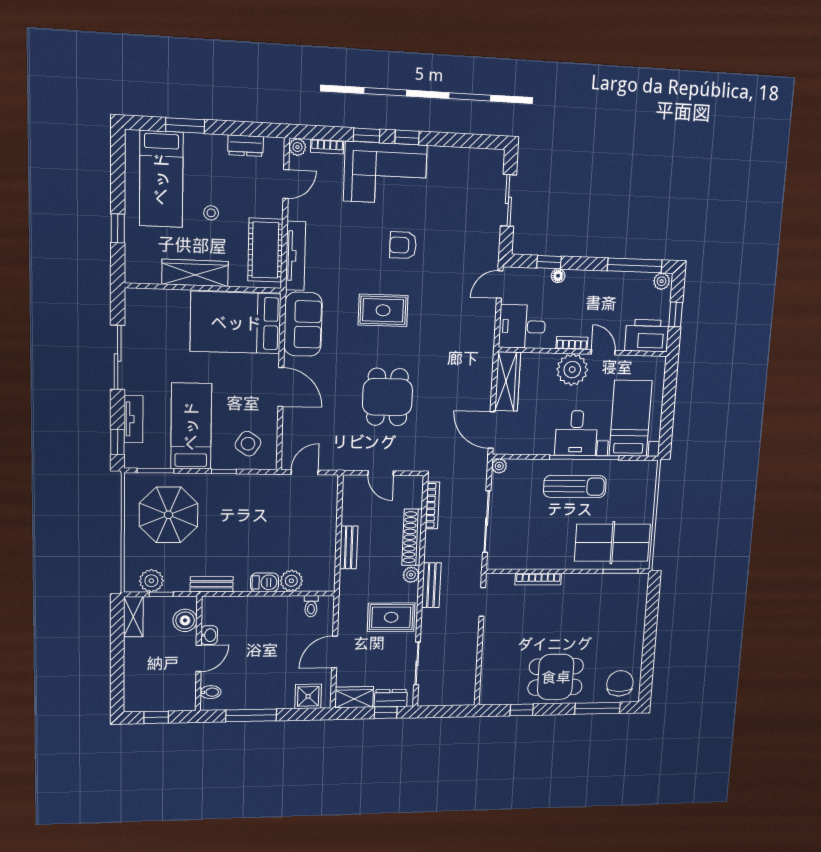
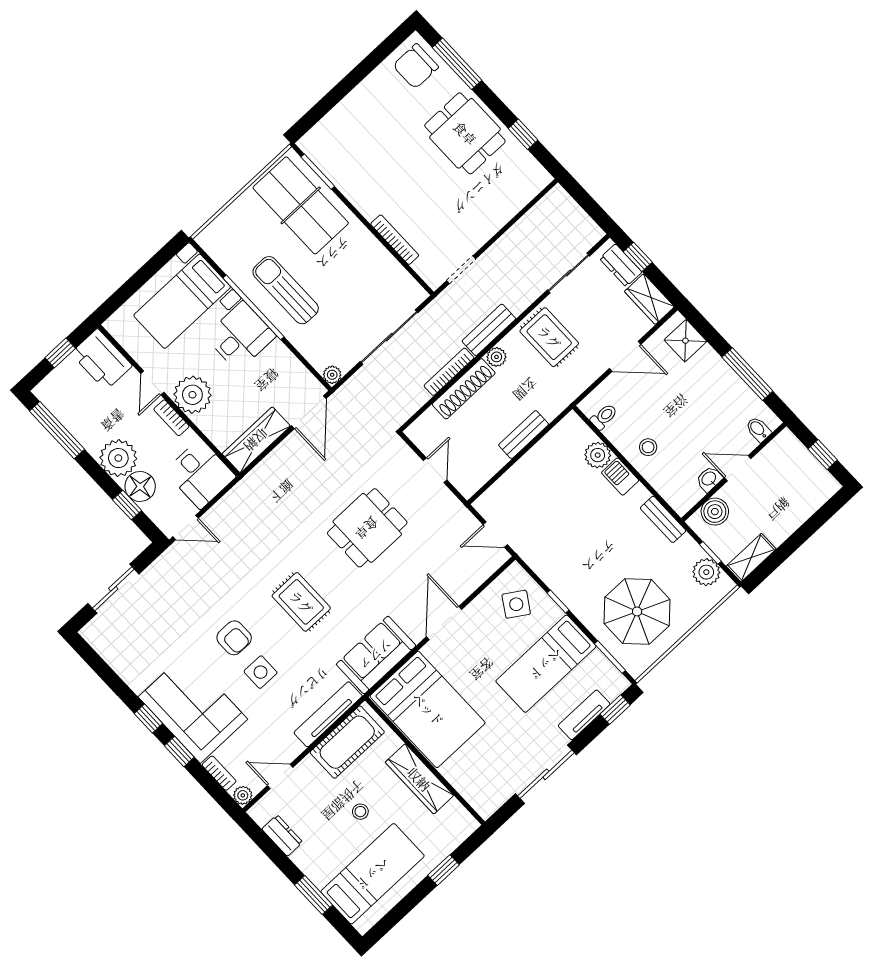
side table: (365, 240) -> (261, 672), added
floor lamp: (558, 276) -> (140, 486), width x1.89, depth x1.89
plant: (662, 281) -> (118, 458), moved, width x1.88, depth x1.88
bookcase: (432, 505) -> (449, 372), moved
stool: (266, 616) -> (648, 447), added

